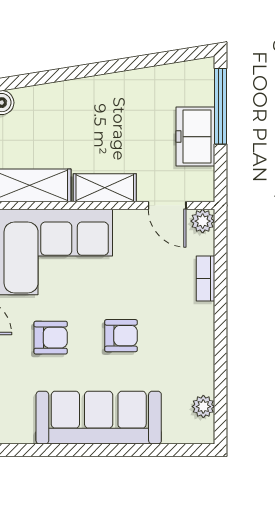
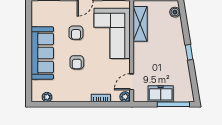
window: (97, 69) -> (189, 52), added
shelving: (105, 188) -> (139, 56), removed

